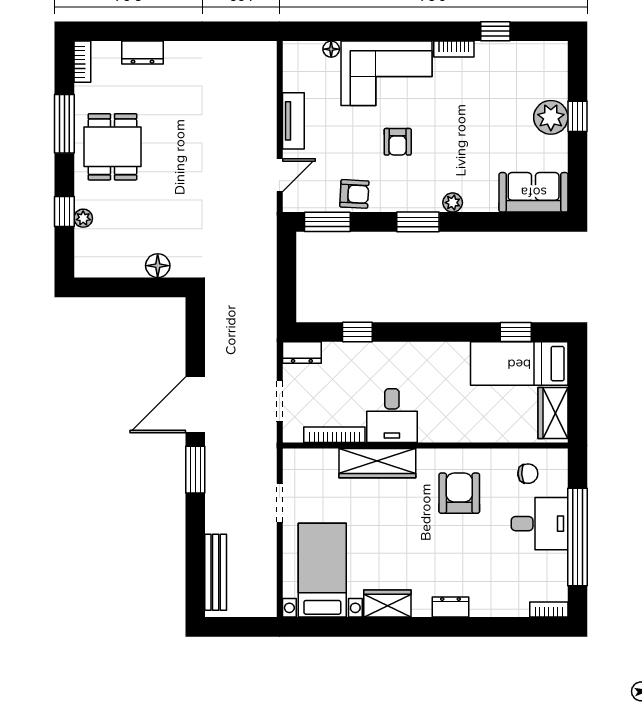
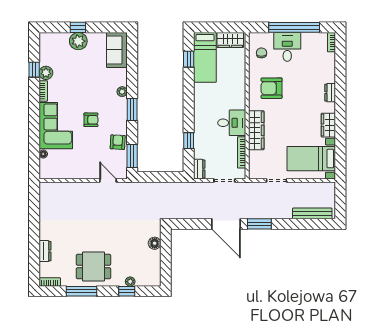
plant: (489, 54) -> (46, 73), added
tv unit: (293, 121) -> (80, 173), removed

